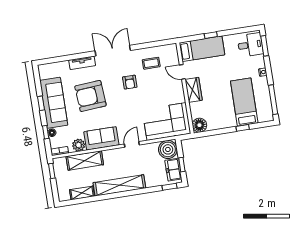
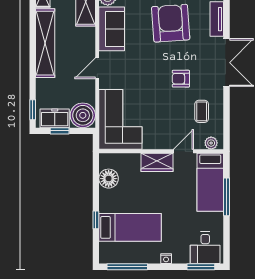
window: (211, 35) -> (226, 197), width x2.17
plant: (173, 53) -> (211, 143), added
floor lamp: (199, 125) -> (109, 179), moved
door: (132, 144) -> (97, 68), swing flipped

